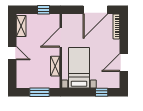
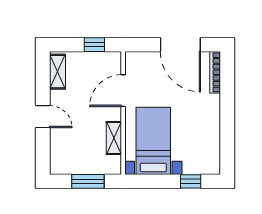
door: (95, 10) -> (180, 45), hinge flipped
door: (124, 62) -> (227, 132), removed

